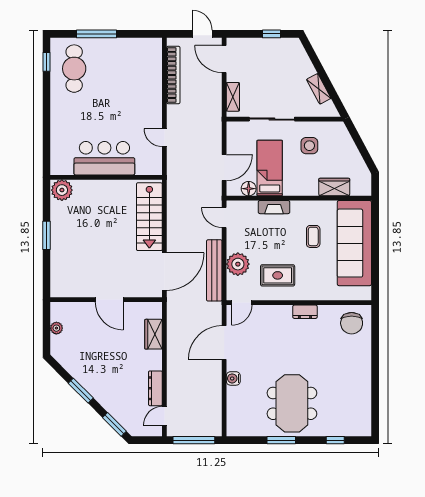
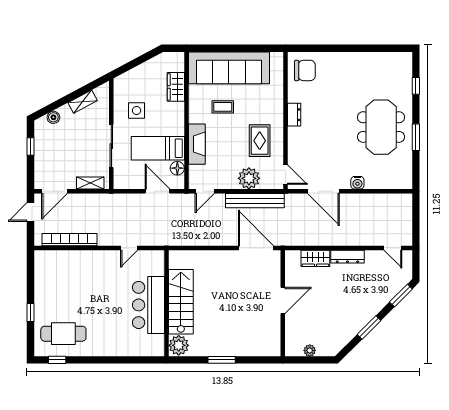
window: (96, 34) -> (31, 313), width x0.46
boiler: (302, 58) -> (53, 117), added
fireplace: (274, 207) -> (197, 144), width x1.37, depth x1.32
stairs: (149, 217) -> (181, 302), moved, turned -90
dresser: (155, 388) -> (347, 257), moved
meeting table: (292, 403) -> (381, 127), turned 90
window: (194, 440) -> (416, 220), removed

